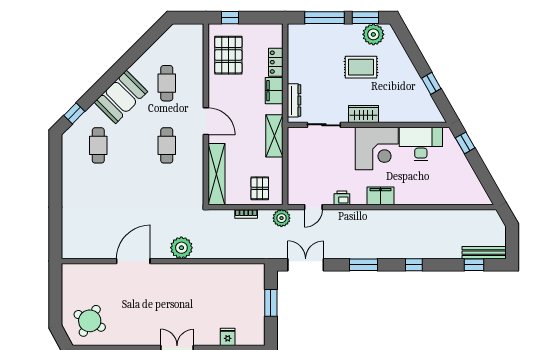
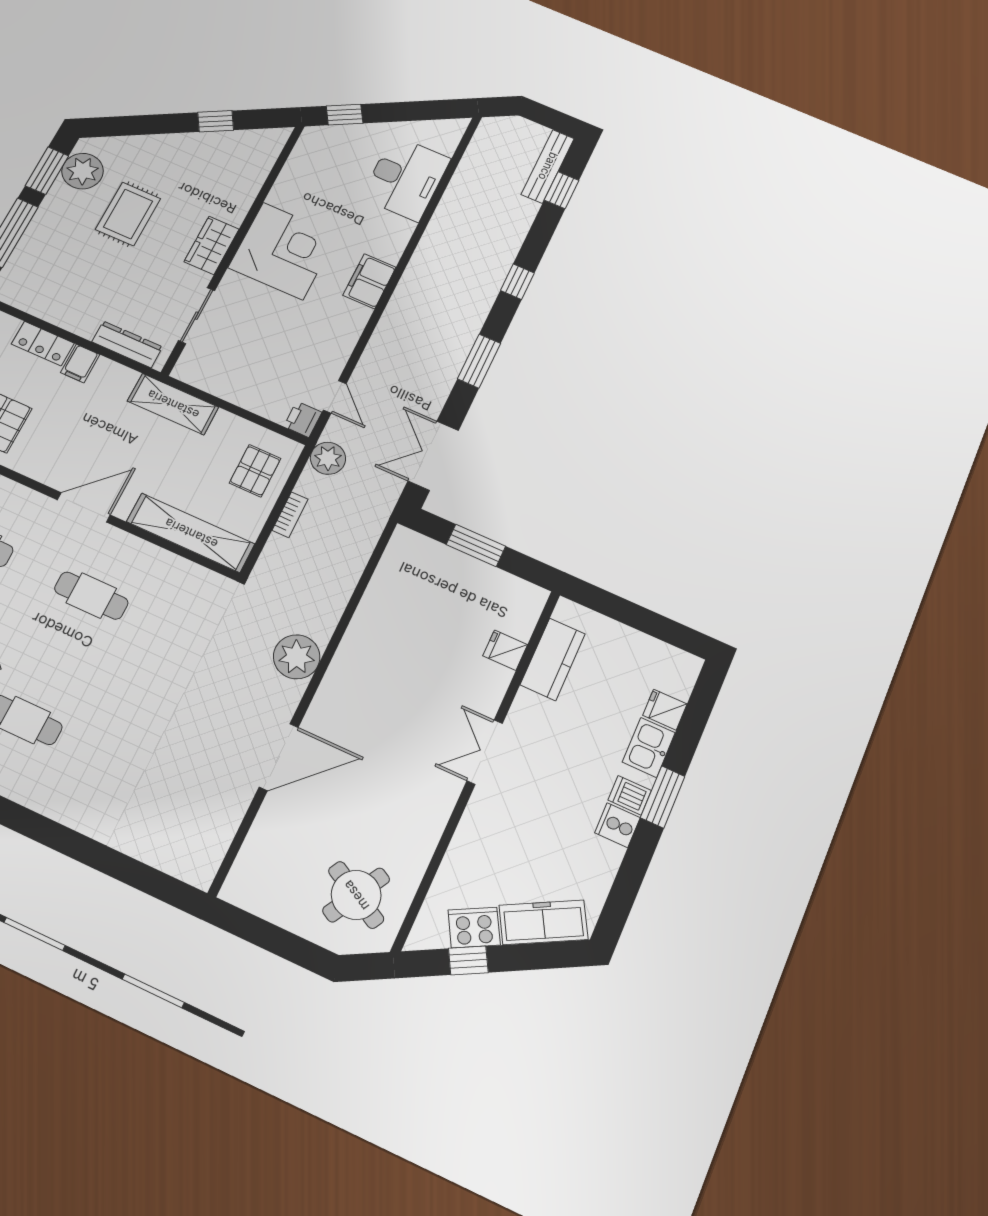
filing cabinet: (274, 91) -> (80, 364), width x0.50
desk: (421, 144) -> (406, 178), moved, turned 180
pallet: (260, 188) -> (255, 471), turned 90
printer: (342, 198) -> (303, 419), moved
door: (133, 261) -> (279, 757), swing flipped

